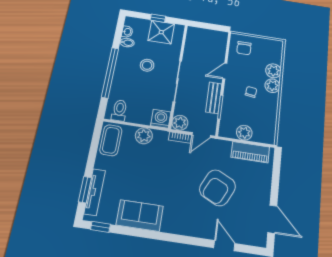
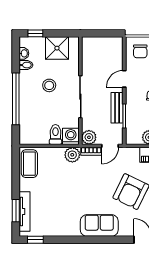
window: (158, 18) -> (35, 33), moved
toilet: (119, 110) -> (55, 134), moved
plant: (144, 136) -> (72, 155), moved
sofa: (140, 216) -> (99, 225), moved

